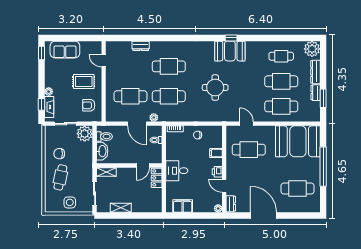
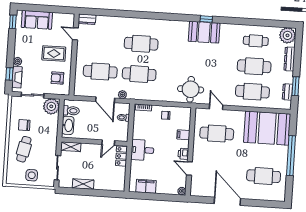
dresser: (141, 46) -> (87, 19), moved
round table: (215, 88) -> (191, 89), moved
dresser: (316, 93) -> (287, 92), moved
dresser: (231, 204) -> (195, 187), removed

